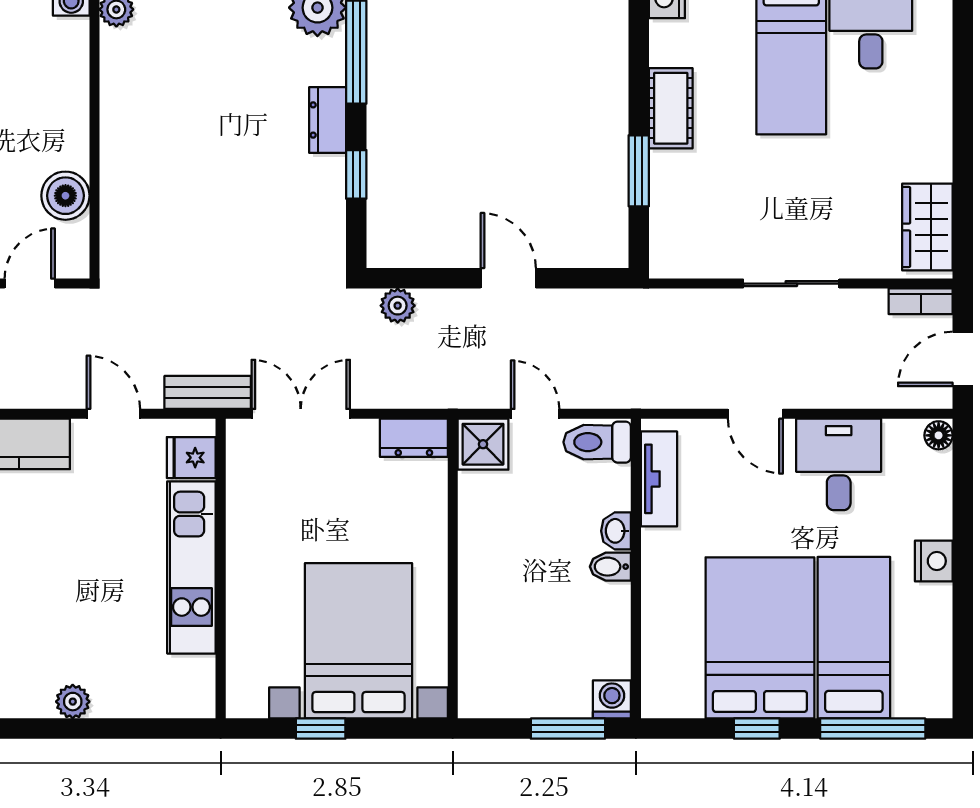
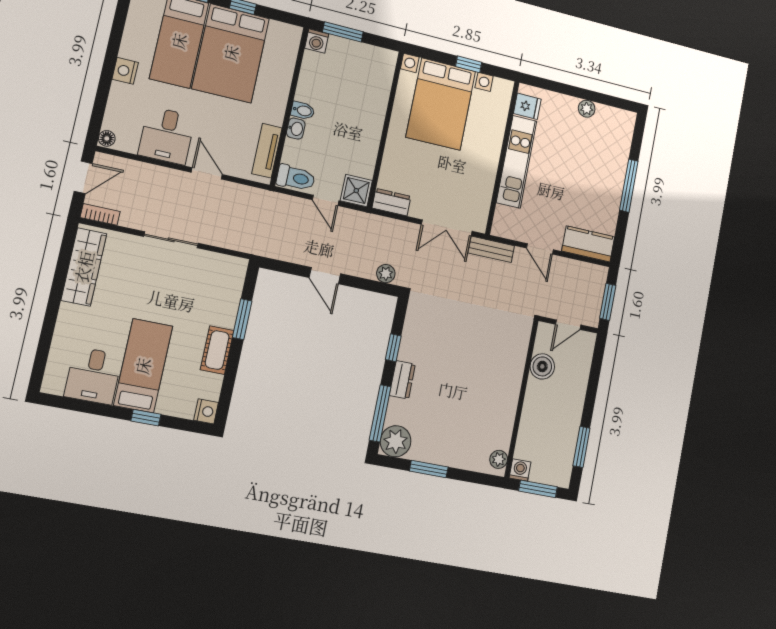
wardrobe: (927, 227) -> (84, 267), width x1.50
fridge: (191, 458) -> (527, 106), moved

